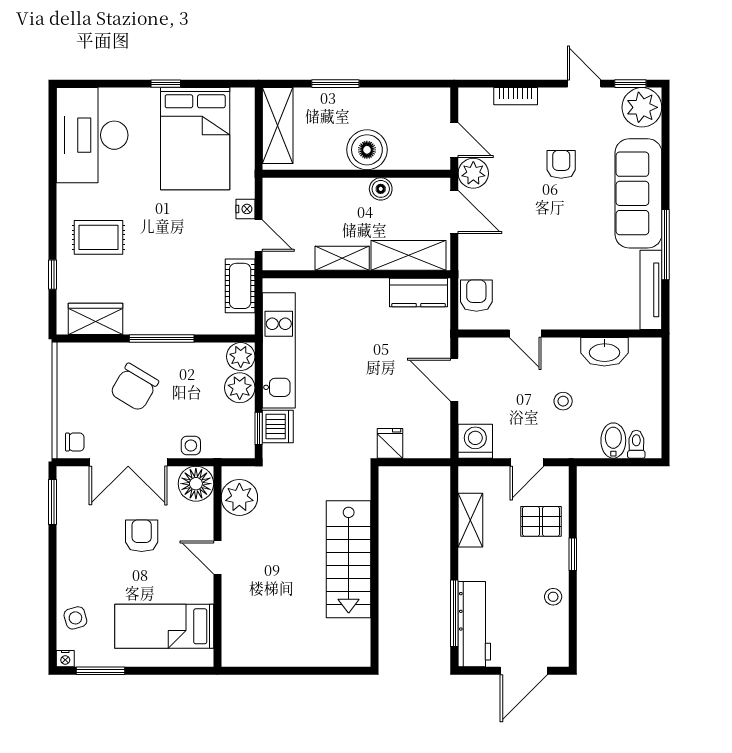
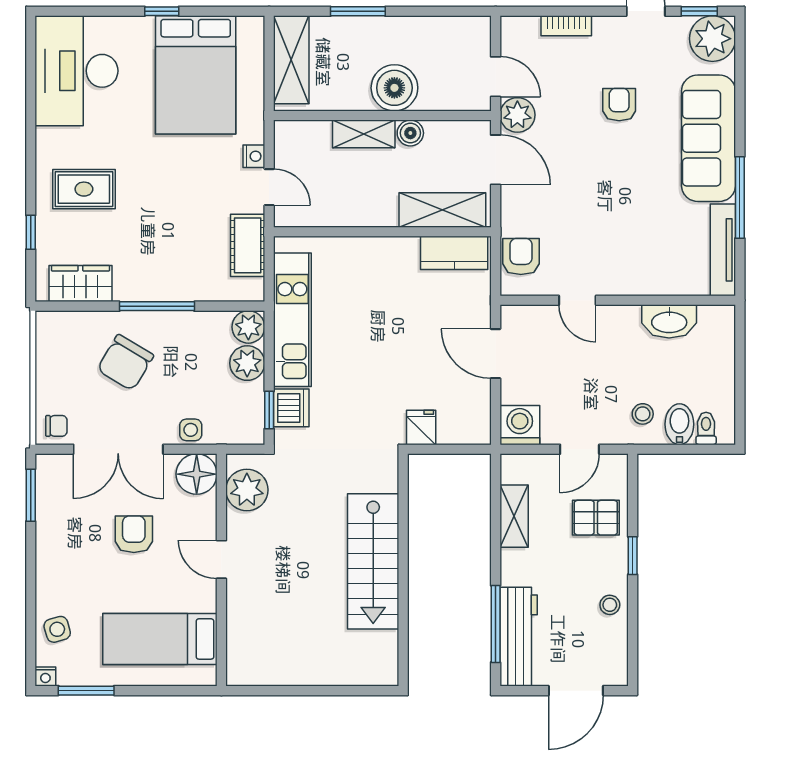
shelving: (342, 258) -> (364, 134), moved
stool: (563, 401) -> (643, 414), moved

